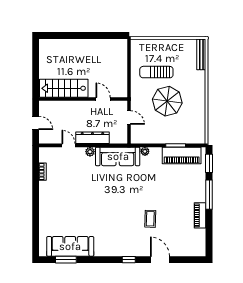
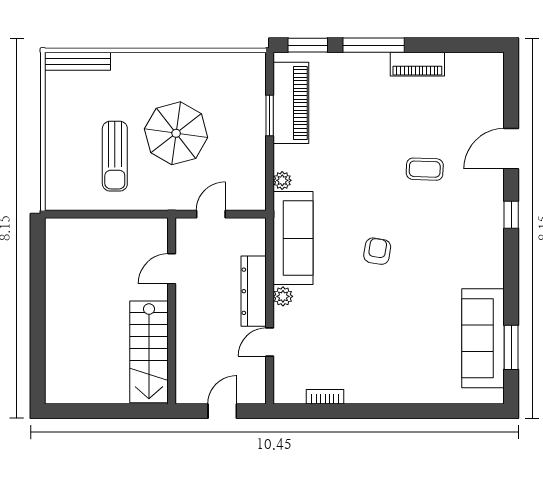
armchair: (111, 196) -> (377, 251), added

